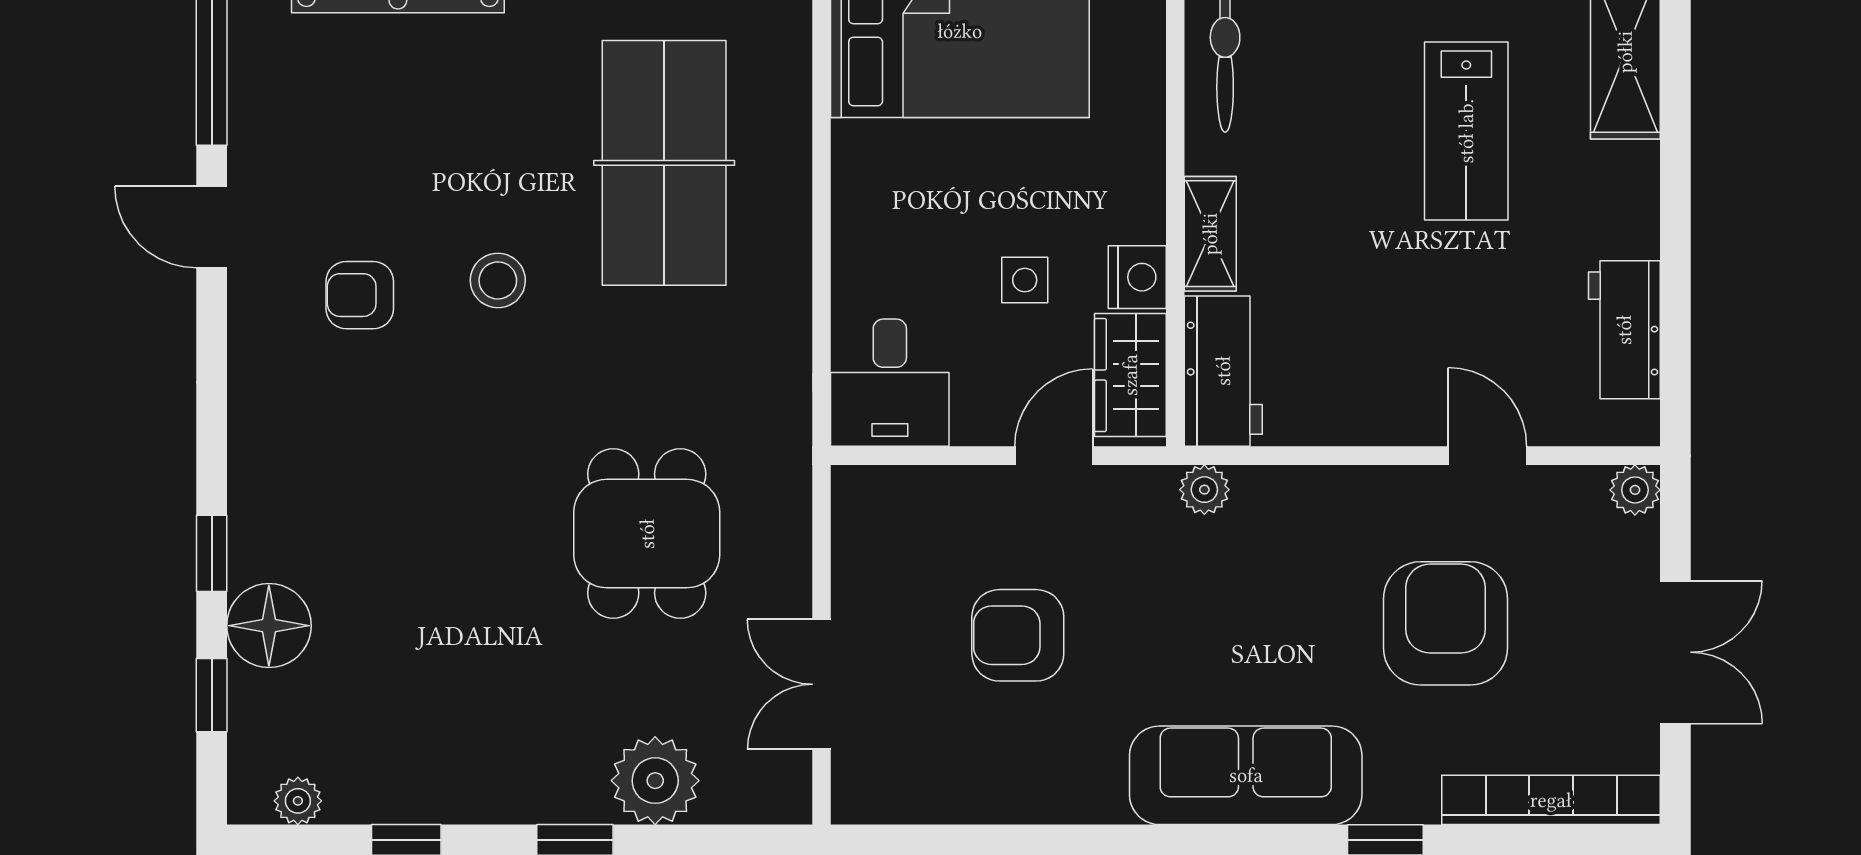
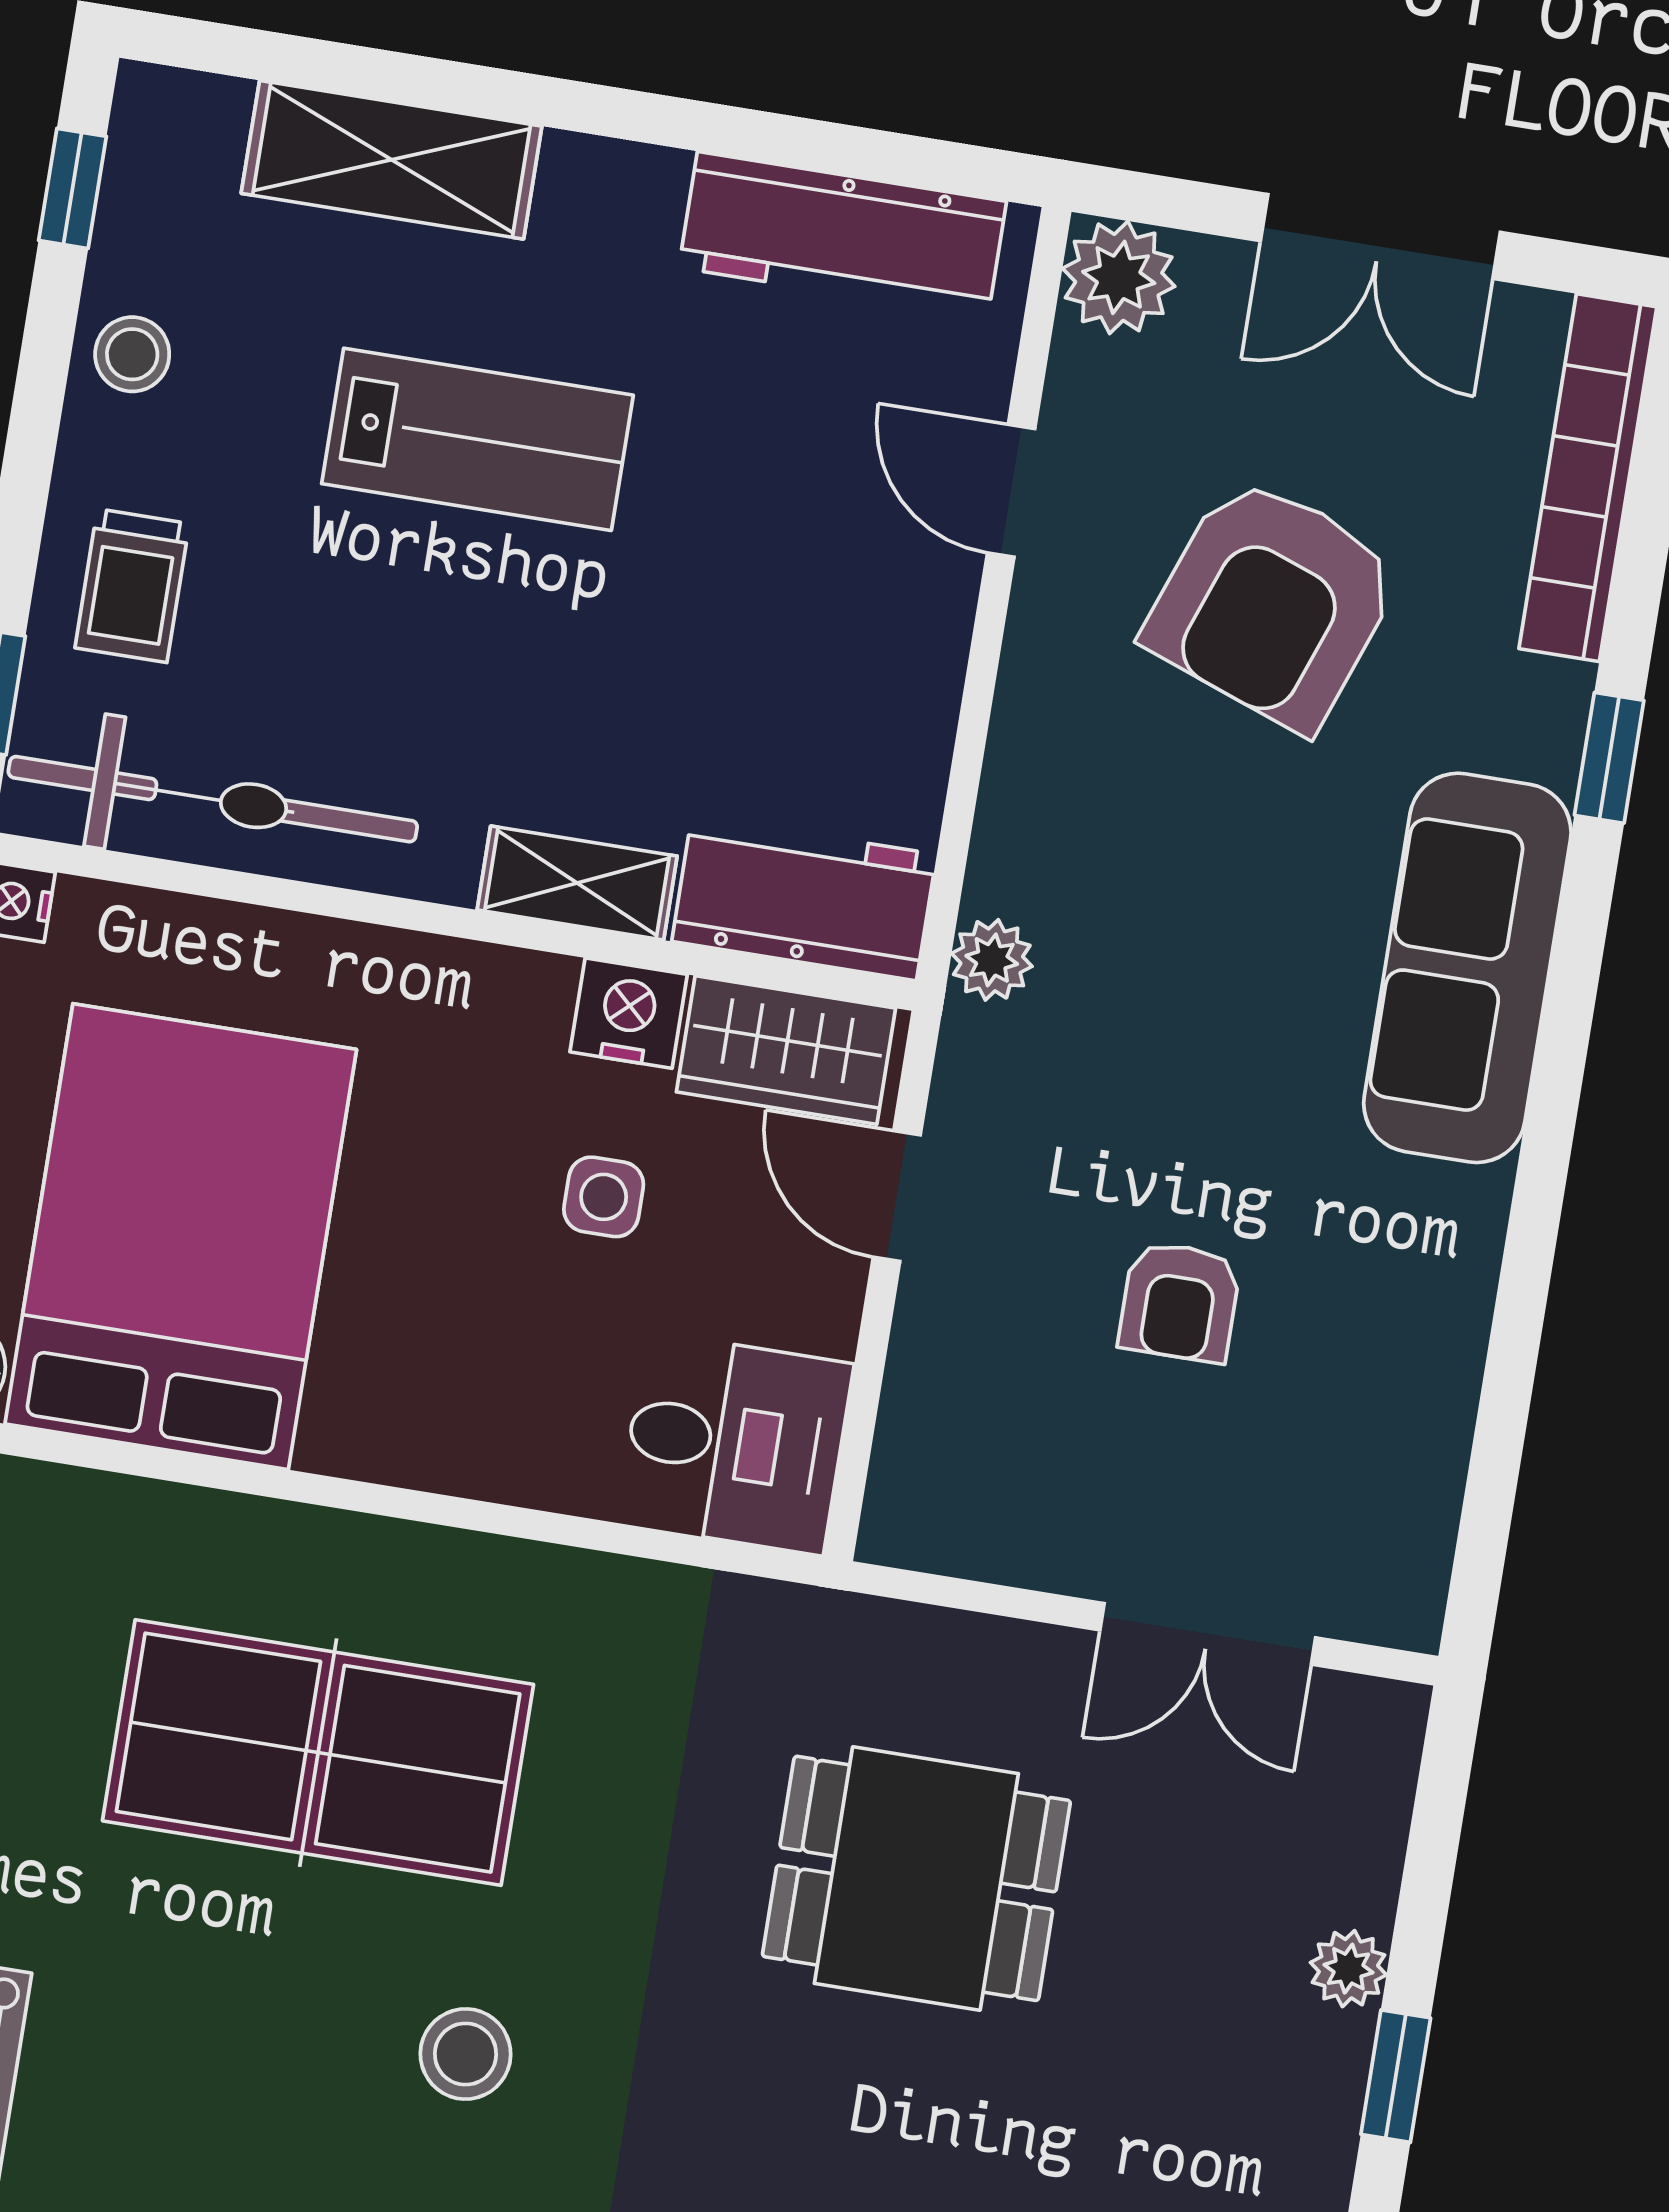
workbench: (1624, 330) -> (843, 234), width x1.38
door: (1487, 456) -> (1011, 491), hinge flipped
plant: (1635, 490) -> (1119, 277), width x1.38, depth x1.38
armchair: (1445, 623) -> (1273, 603), turned -70
armchair: (1018, 635) -> (1180, 1302), width x0.72, depth x0.72
double door: (1675, 652) -> (1380, 237), swing flipped
plant: (655, 781) -> (1348, 1969), width x0.53, depth x0.53

